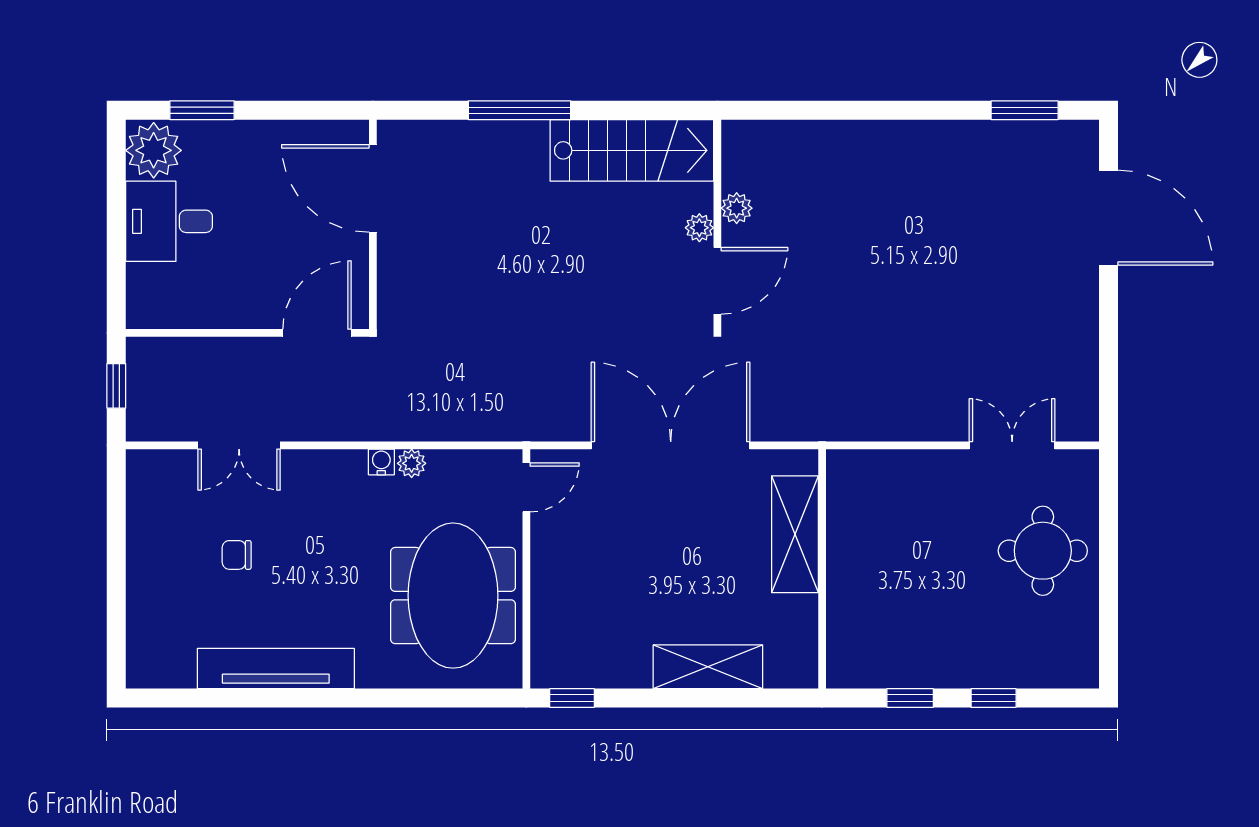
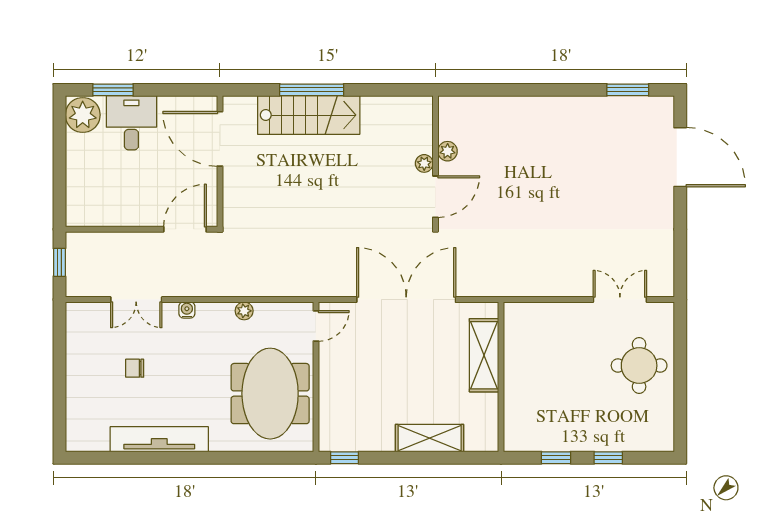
stairs: (632, 150) -> (309, 115), moved
desk: (169, 221) -> (131, 123), moved, turned 90
water cooler: (381, 462) -> (187, 310), moved

